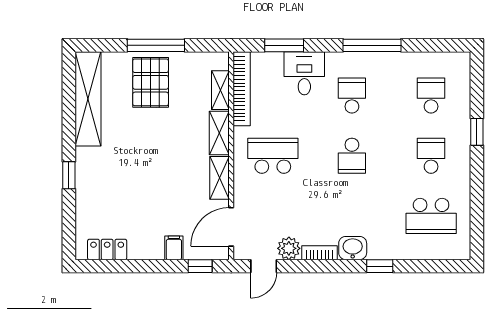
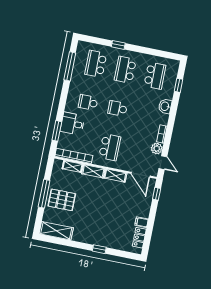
window: (372, 45) -> (70, 66), moved
school desk: (431, 95) -> (96, 64), width x1.85
shelving: (88, 99) -> (56, 231), width x0.68
school desk: (273, 156) -> (110, 147), turned 180
school desk: (352, 156) -> (118, 108), turned 180
school desk: (431, 156) -> (125, 70), width x1.85
filing cabinet: (174, 248) -> (142, 222), moved
washbasin: (353, 248) -> (165, 106), moved
window: (380, 266) -> (178, 85), moved

